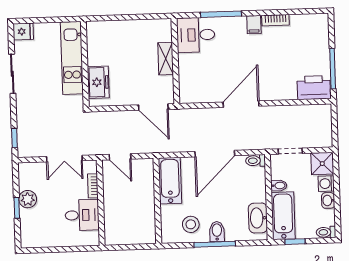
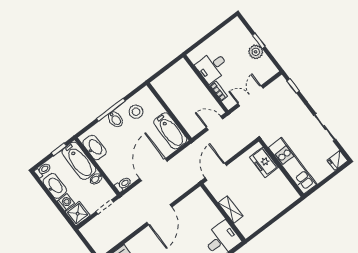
door: (153, 107) -> (216, 172), hinge flipped
washbasin: (328, 200) -> (55, 186), width x1.91, depth x1.45

